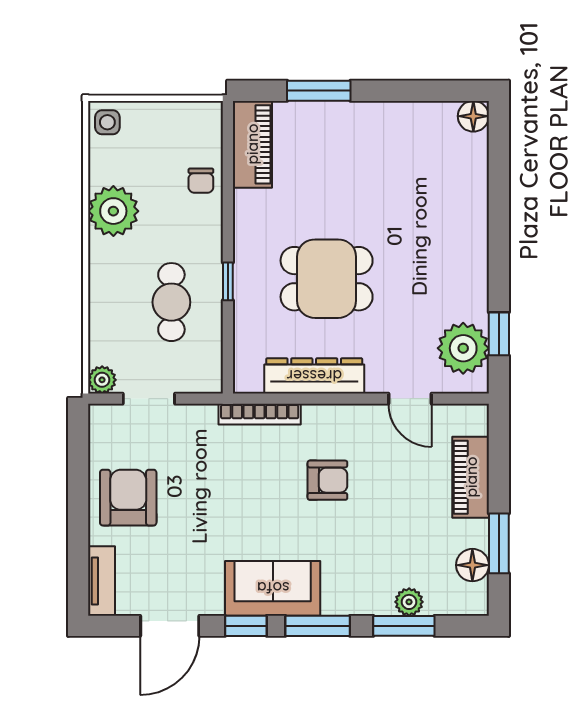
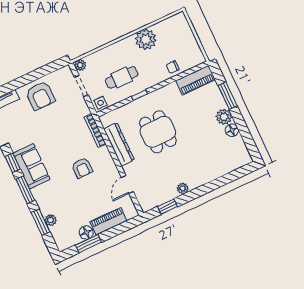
floor lamp: (473, 116) -> (232, 130), moved
plant: (361, 120) -> (224, 117), added
side table: (107, 122) -> (100, 103), moved
plant: (463, 348) -> (183, 189), moved, width x0.53, depth x0.53
armchair: (128, 498) -> (40, 96), turned 90
floor lamp: (472, 565) -> (86, 232), moved

